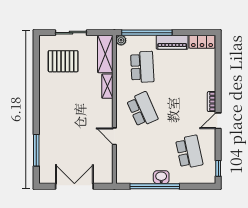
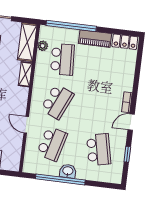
plant: (121, 40) -> (43, 46), moved
school desk: (142, 109) -> (57, 102), turned 48
school desk: (142, 152) -> (52, 144), added
window: (218, 168) -> (127, 154), moved

